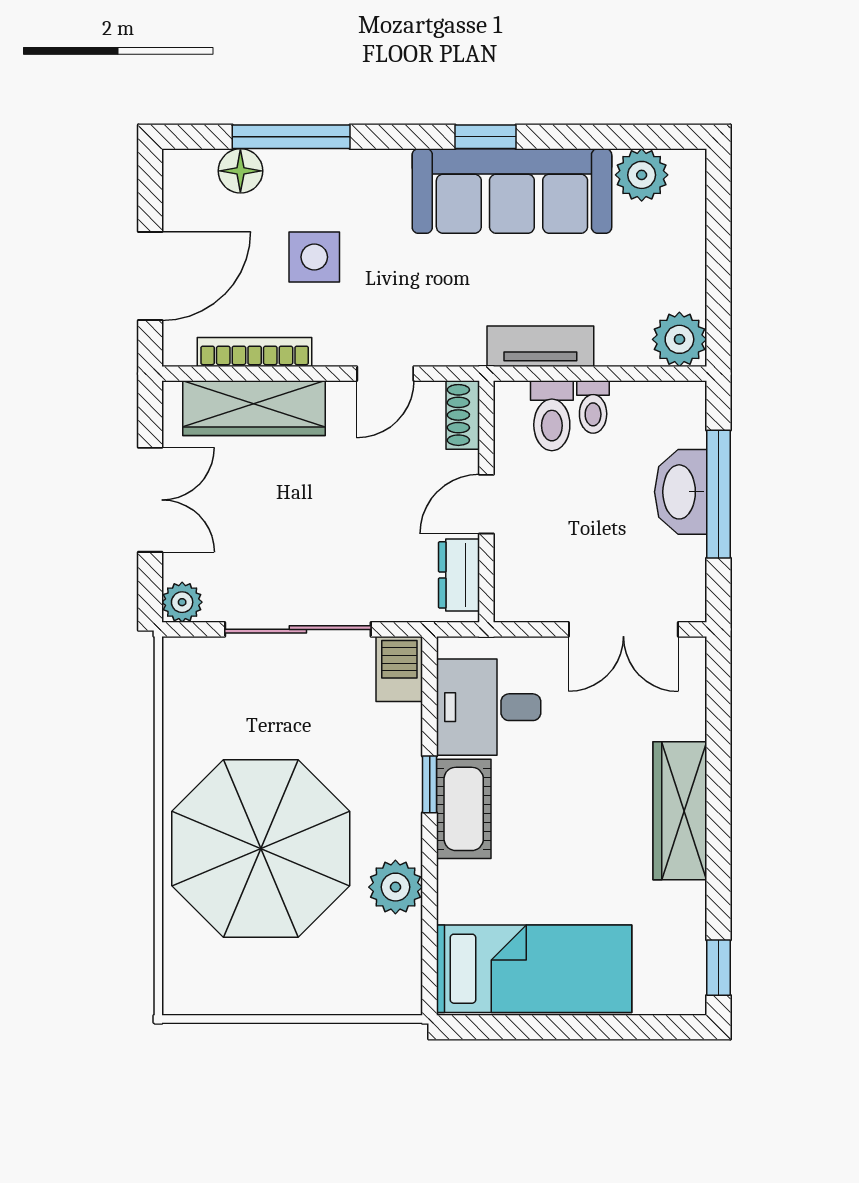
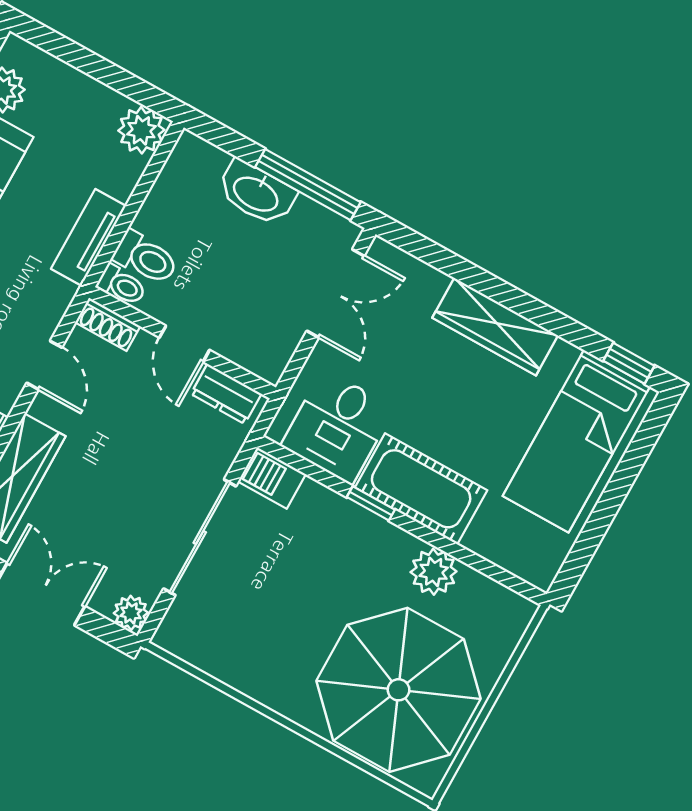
toilet: (593, 407) -> (122, 285), moved
window: (718, 494) -> (308, 185), moved
cot: (464, 809) -> (421, 489), width x1.37, depth x1.34
parasol: (261, 848) -> (399, 690), moved
bed: (534, 969) -> (576, 441), moved, turned 180

